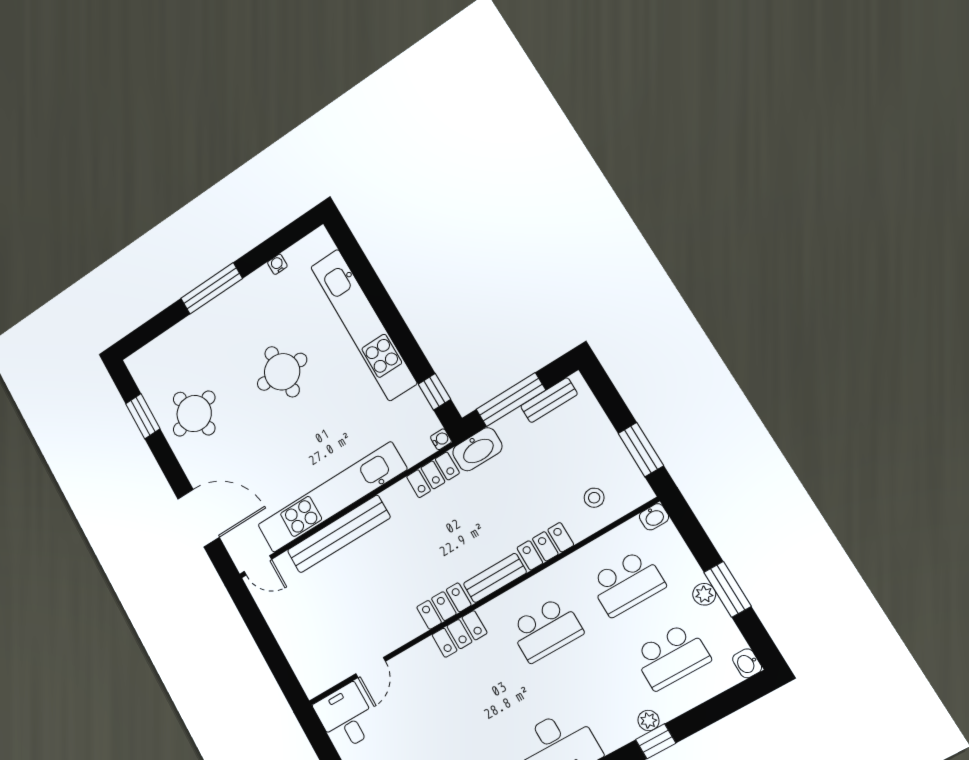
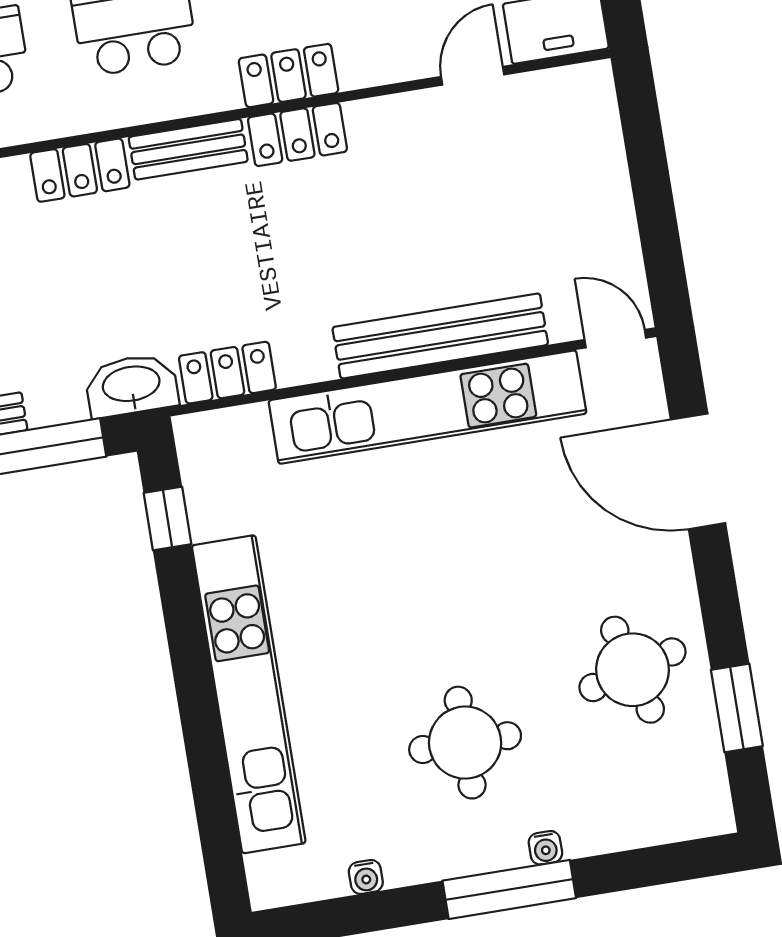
round table: (282, 372) -> (465, 743), moved
water cooler: (441, 439) -> (545, 848), moved, turned -90

